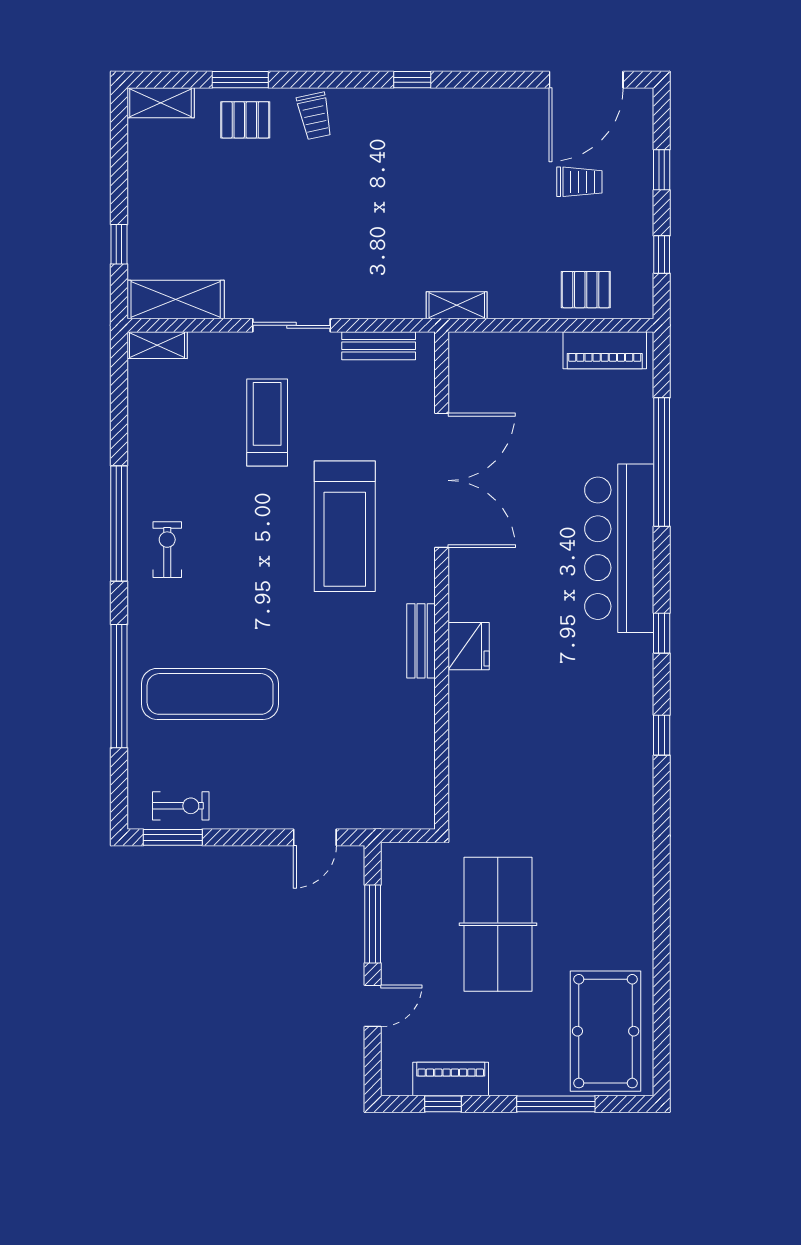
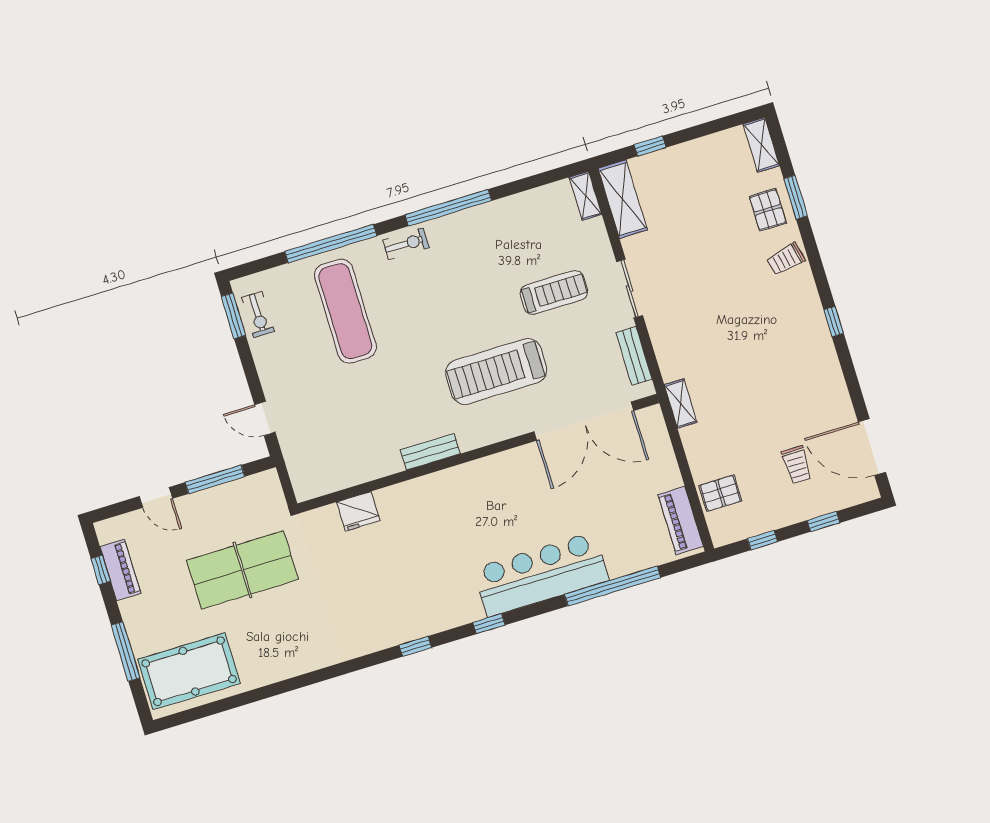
pallet: (586, 290) -> (720, 493), turned 90
double door: (442, 480) -> (584, 421), moved
exercise bike: (167, 550) -> (406, 244), moved
fridge: (469, 646) -> (358, 511), moved

